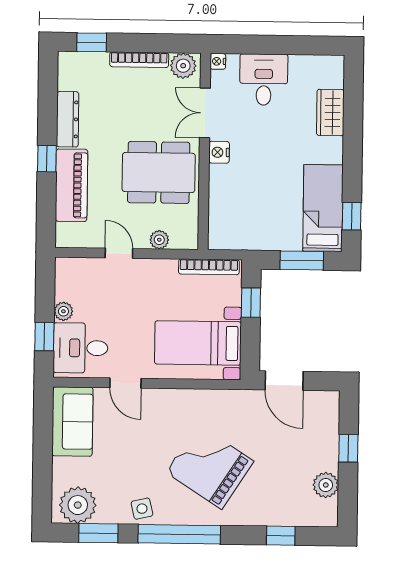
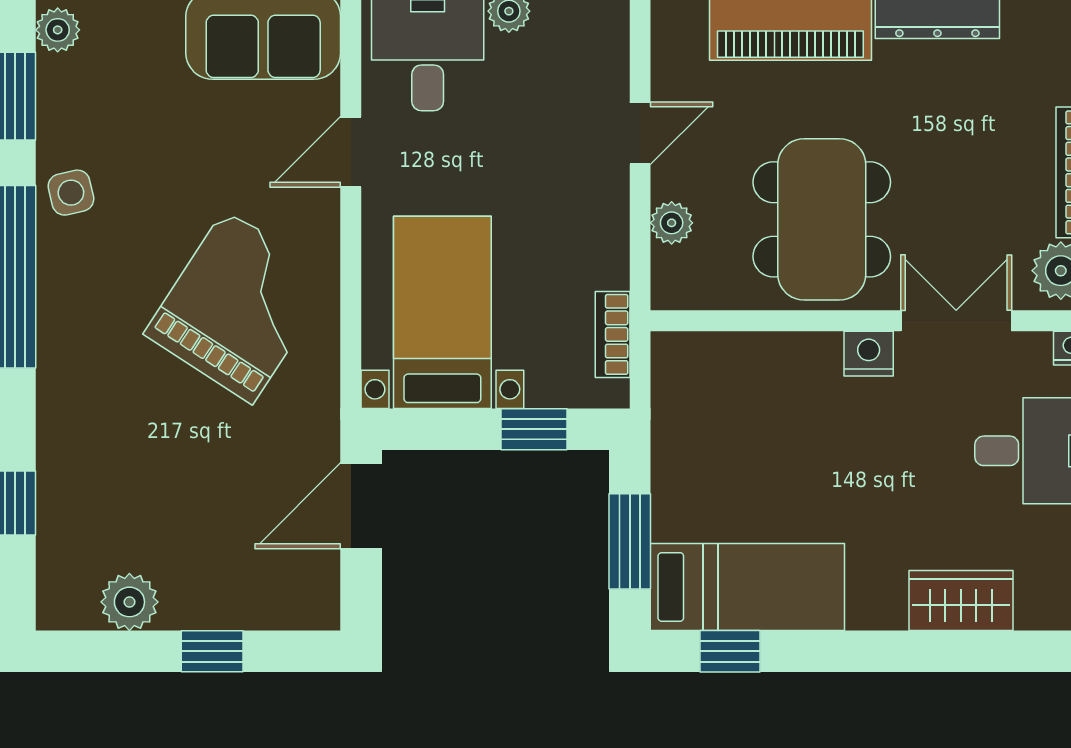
bookcase: (209, 267) -> (613, 334), width x0.64
grand piano: (210, 467) -> (239, 306), moved
plant: (78, 505) -> (58, 30), width x0.53, depth x0.53

